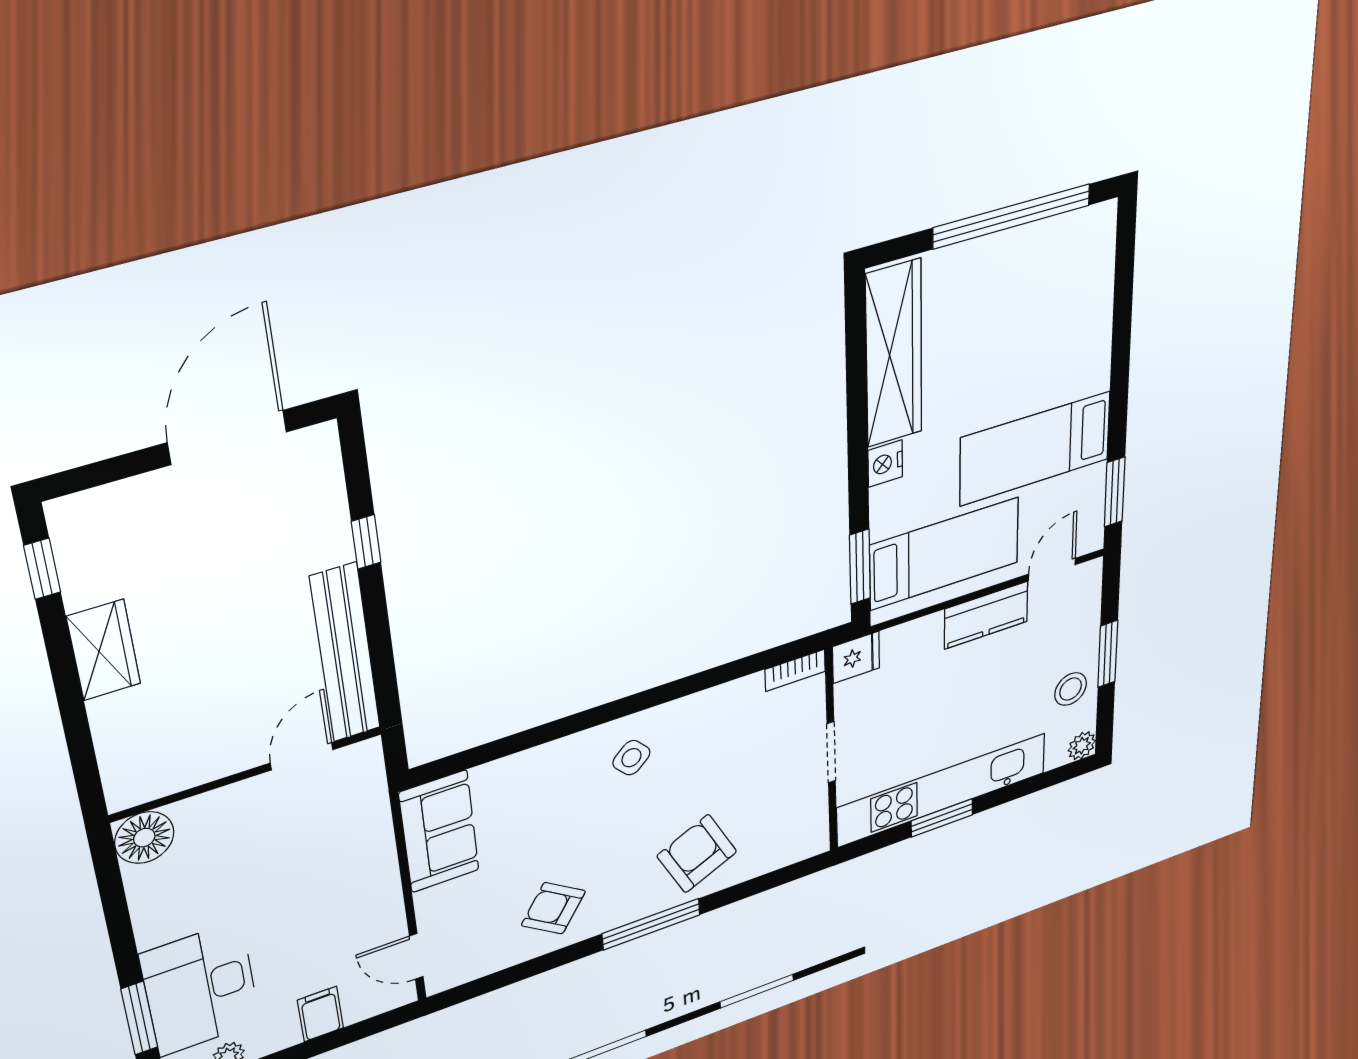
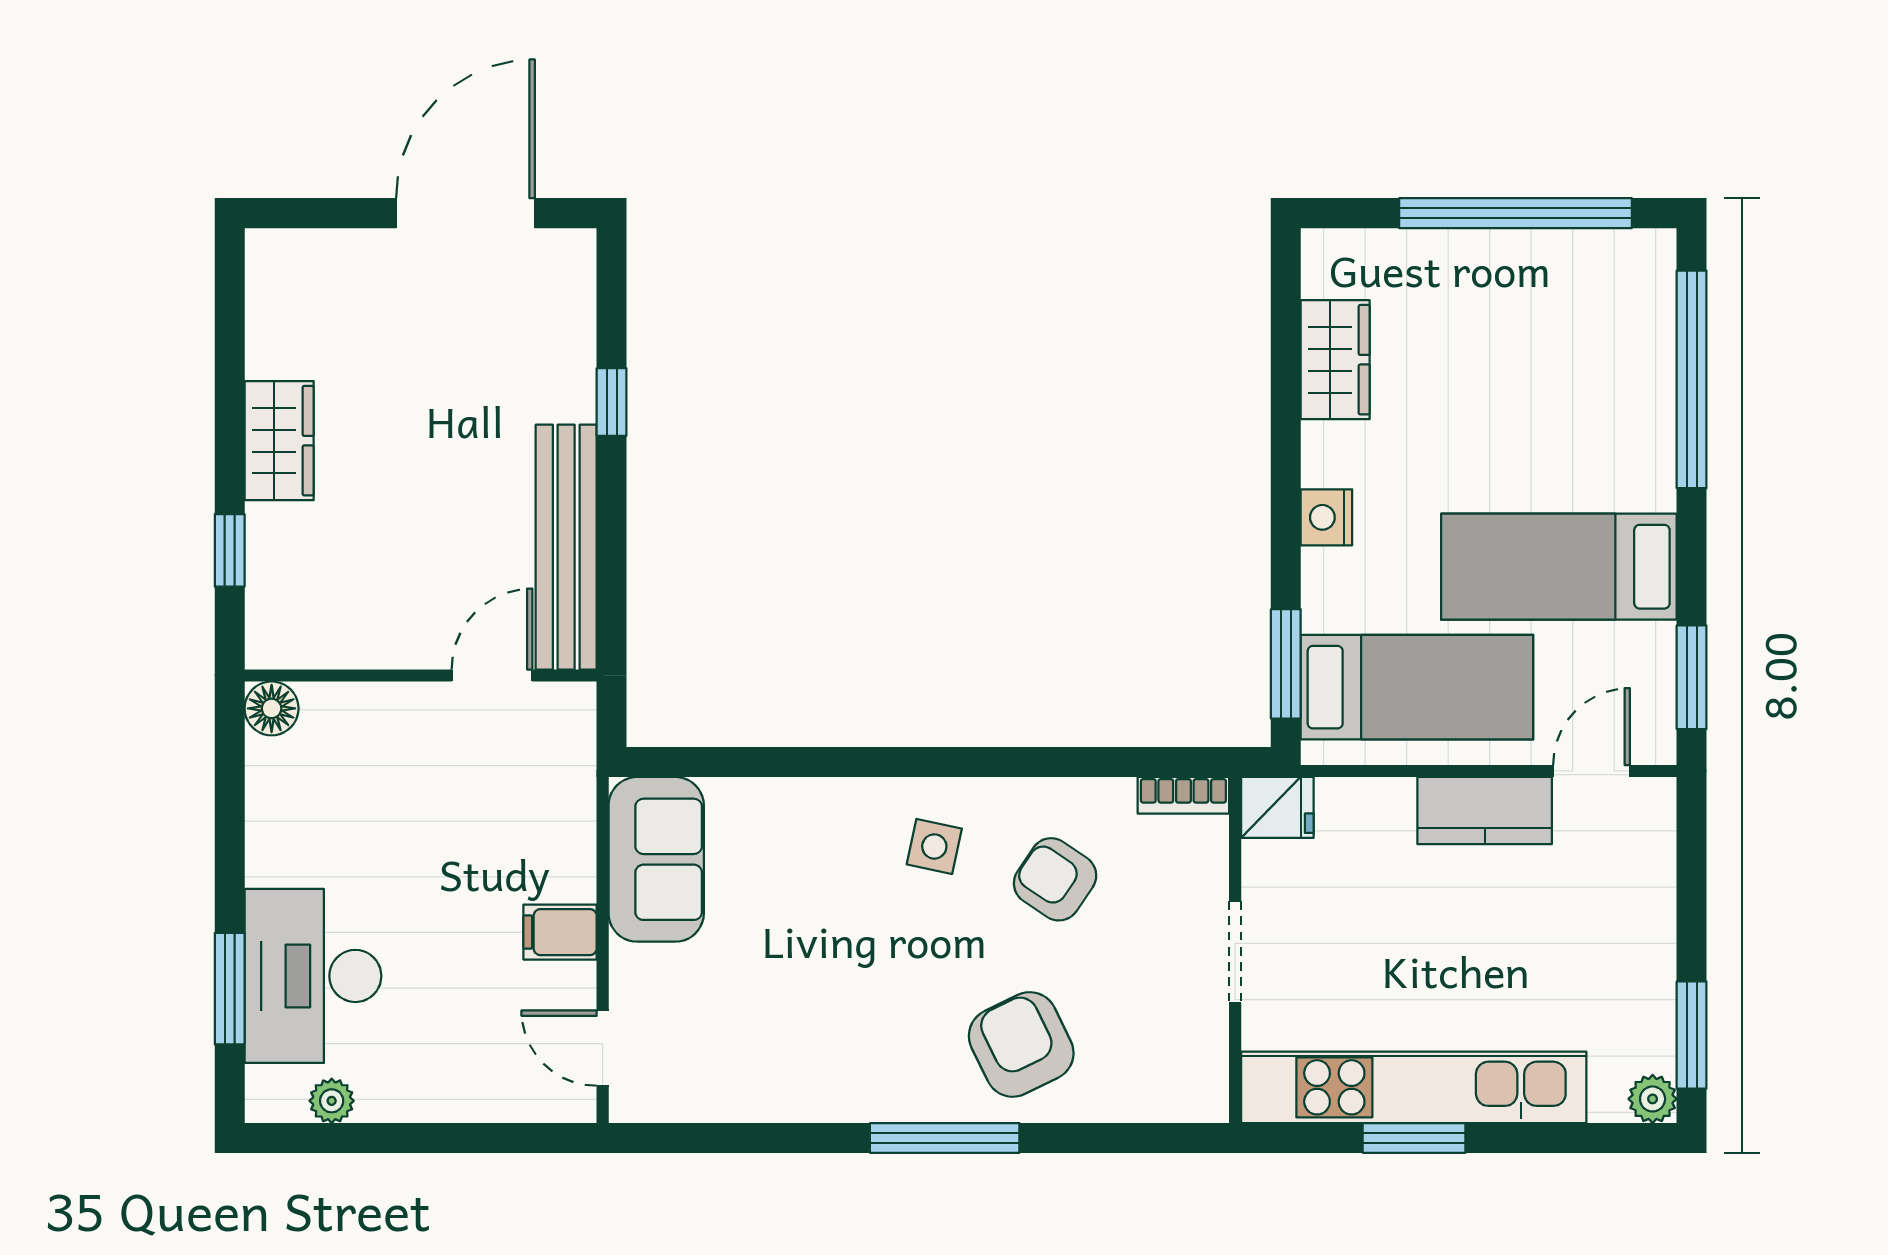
window: (1123, 299) -> (1692, 379), added
wardrobe: (894, 354) -> (1335, 360), width x0.48, depth x0.85
window: (42, 569) -> (230, 550), moved
window: (1108, 654) -> (1692, 1035), moved
stool: (1071, 689) -> (1629, 989), removed
side table: (631, 758) -> (934, 846), turned -35
floor lamp: (144, 838) -> (272, 708), width x0.73, depth x0.73
armchair: (553, 908) -> (1055, 879), moved
filing cabinet: (320, 1014) -> (560, 932), moved, turned -90

